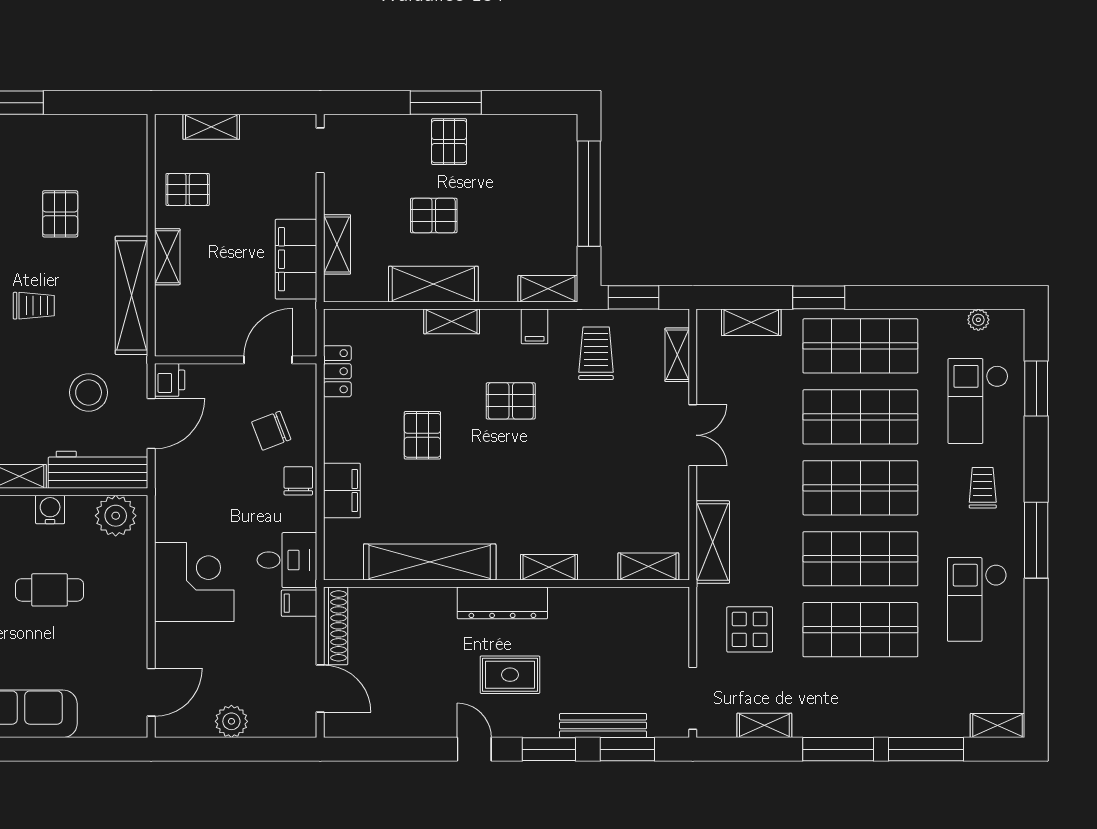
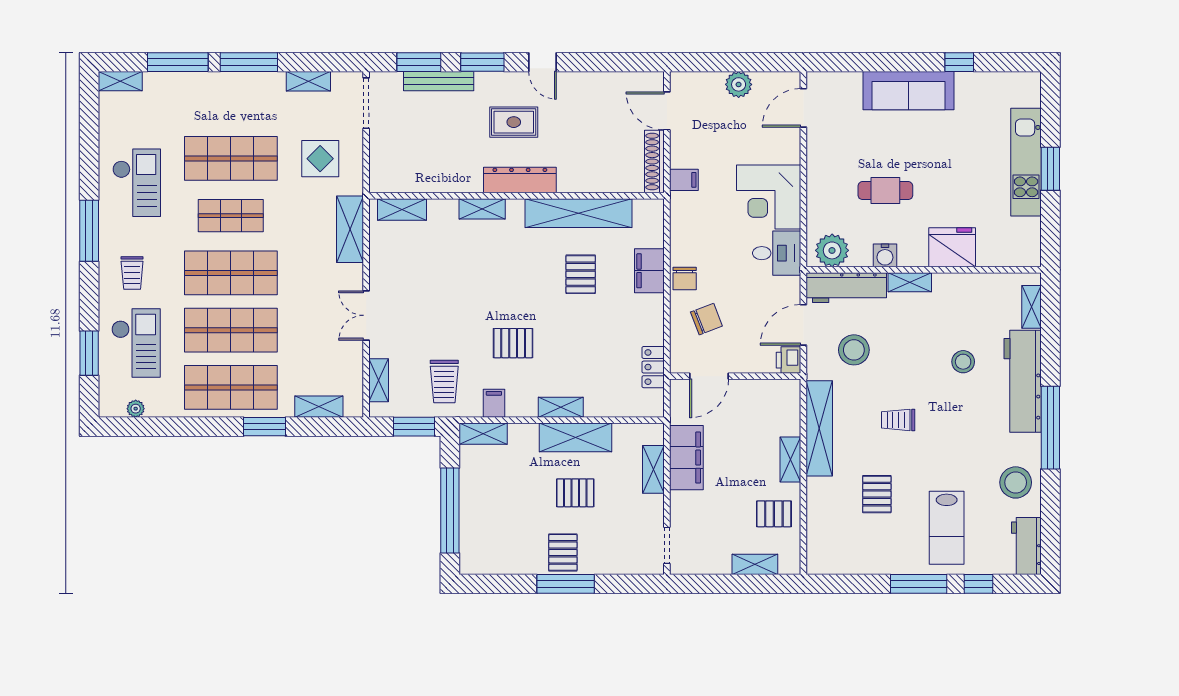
pallet: (422, 435) -> (581, 274), moved
shop shelf: (860, 559) -> (231, 216), width x0.70, depth x0.74
desk: (287, 560) -> (777, 253), moved, turned 180

